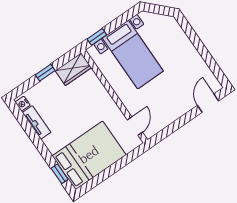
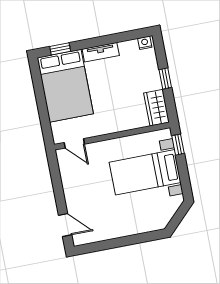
tv unit: (37, 122) -> (101, 52), moved

